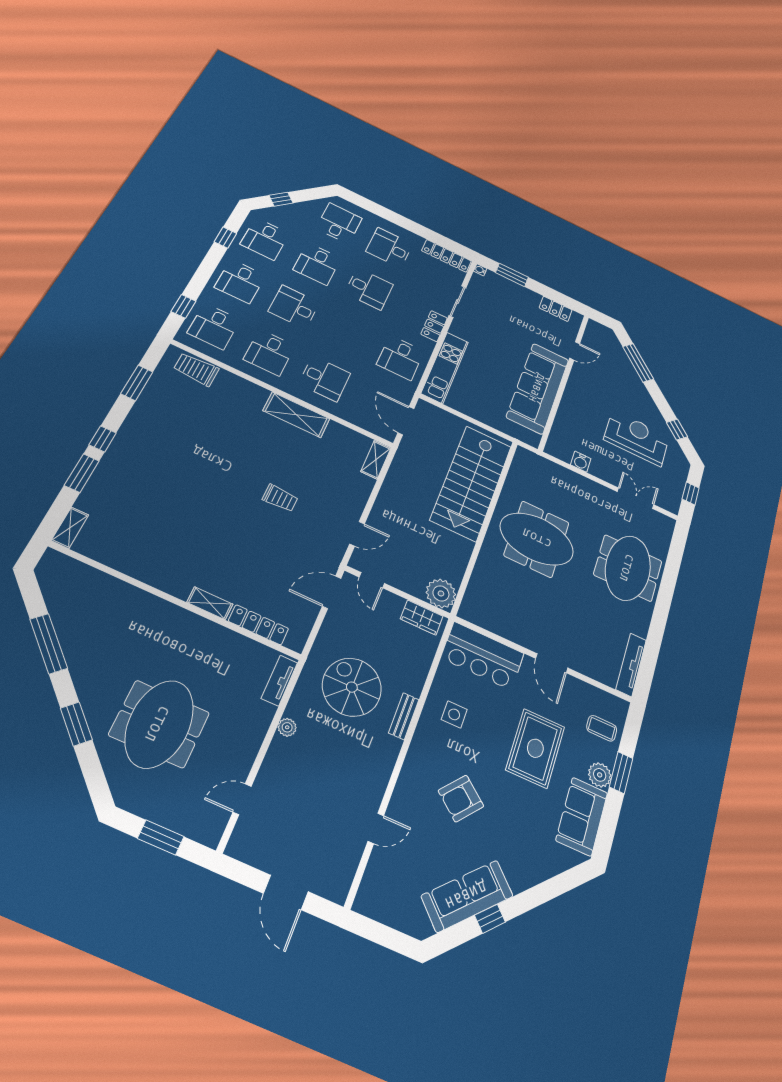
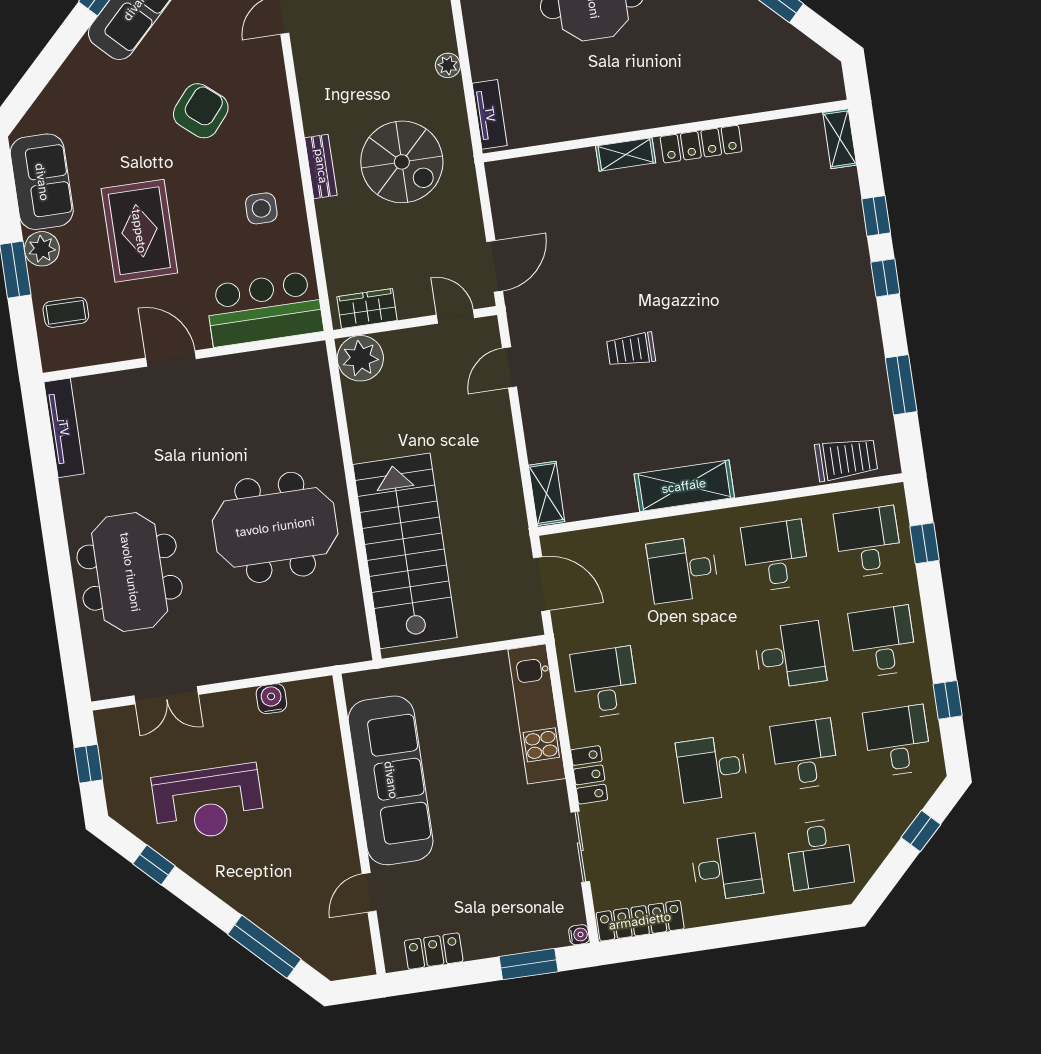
window: (82, 473) -> (876, 216), width x0.67
locker: (258, 625) -> (701, 144), moved

